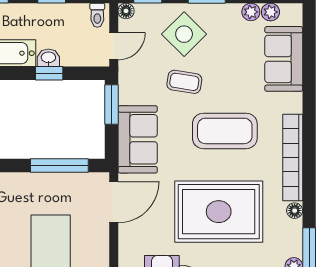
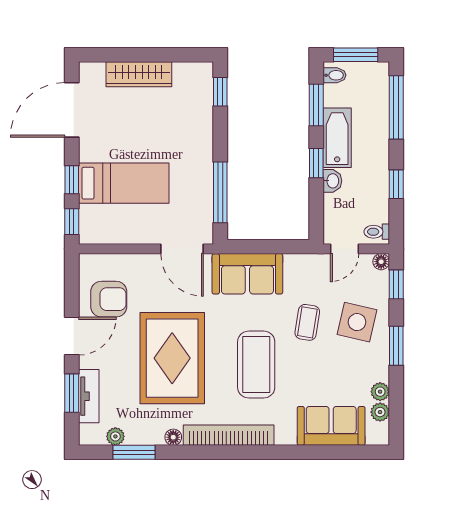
side table: (184, 34) -> (357, 322), turned -32
door: (114, 46) -> (344, 249), hinge flipped
window: (49, 73) -> (316, 163), moved
window: (112, 105) -> (284, 247), removed

